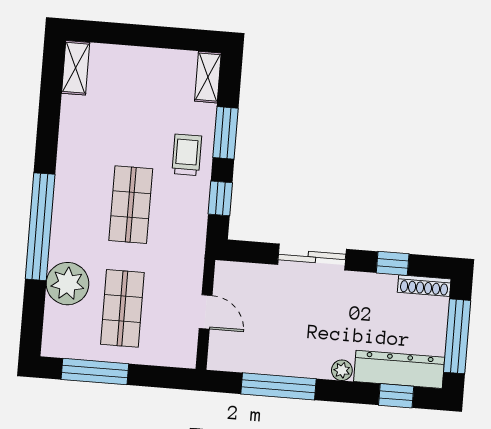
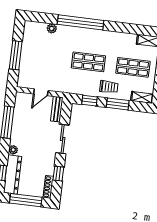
bench: (243, 273) -> (57, 109), added
plant: (68, 284) -> (52, 28), width x0.53, depth x0.53
shop shelf: (122, 308) -> (133, 67), moved
window: (95, 372) -> (16, 55), moved

